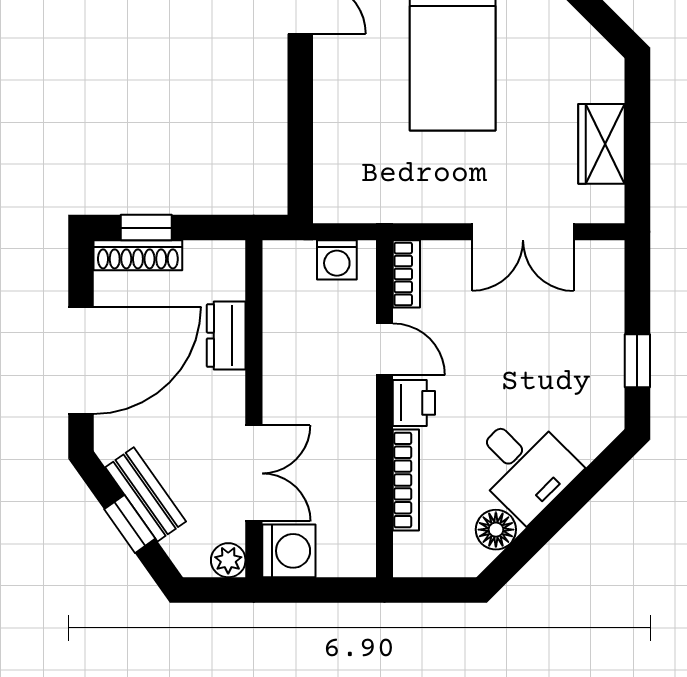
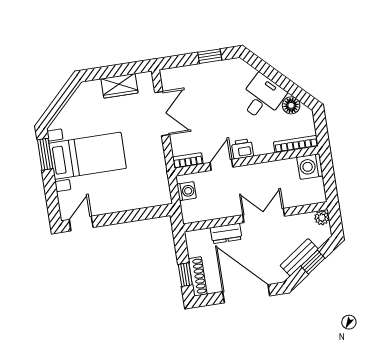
double door: (254, 473) -> (264, 215), moved
bookcase: (406, 480) -> (296, 144), moved
washing machine: (289, 551) -> (310, 166), moved, turned -90

